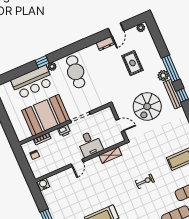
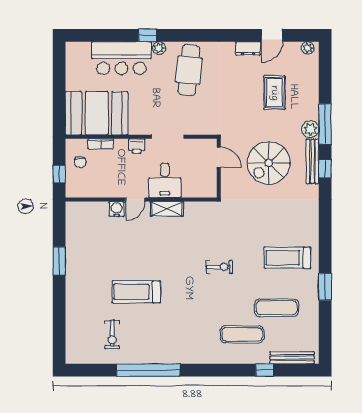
booth: (46, 115) -> (97, 113), moved
door: (120, 125) -> (219, 157), moved
shelving: (110, 155) -> (167, 209), moved
window: (25, 167) -> (59, 174), added
water cooler: (43, 184) -> (117, 209), moved

